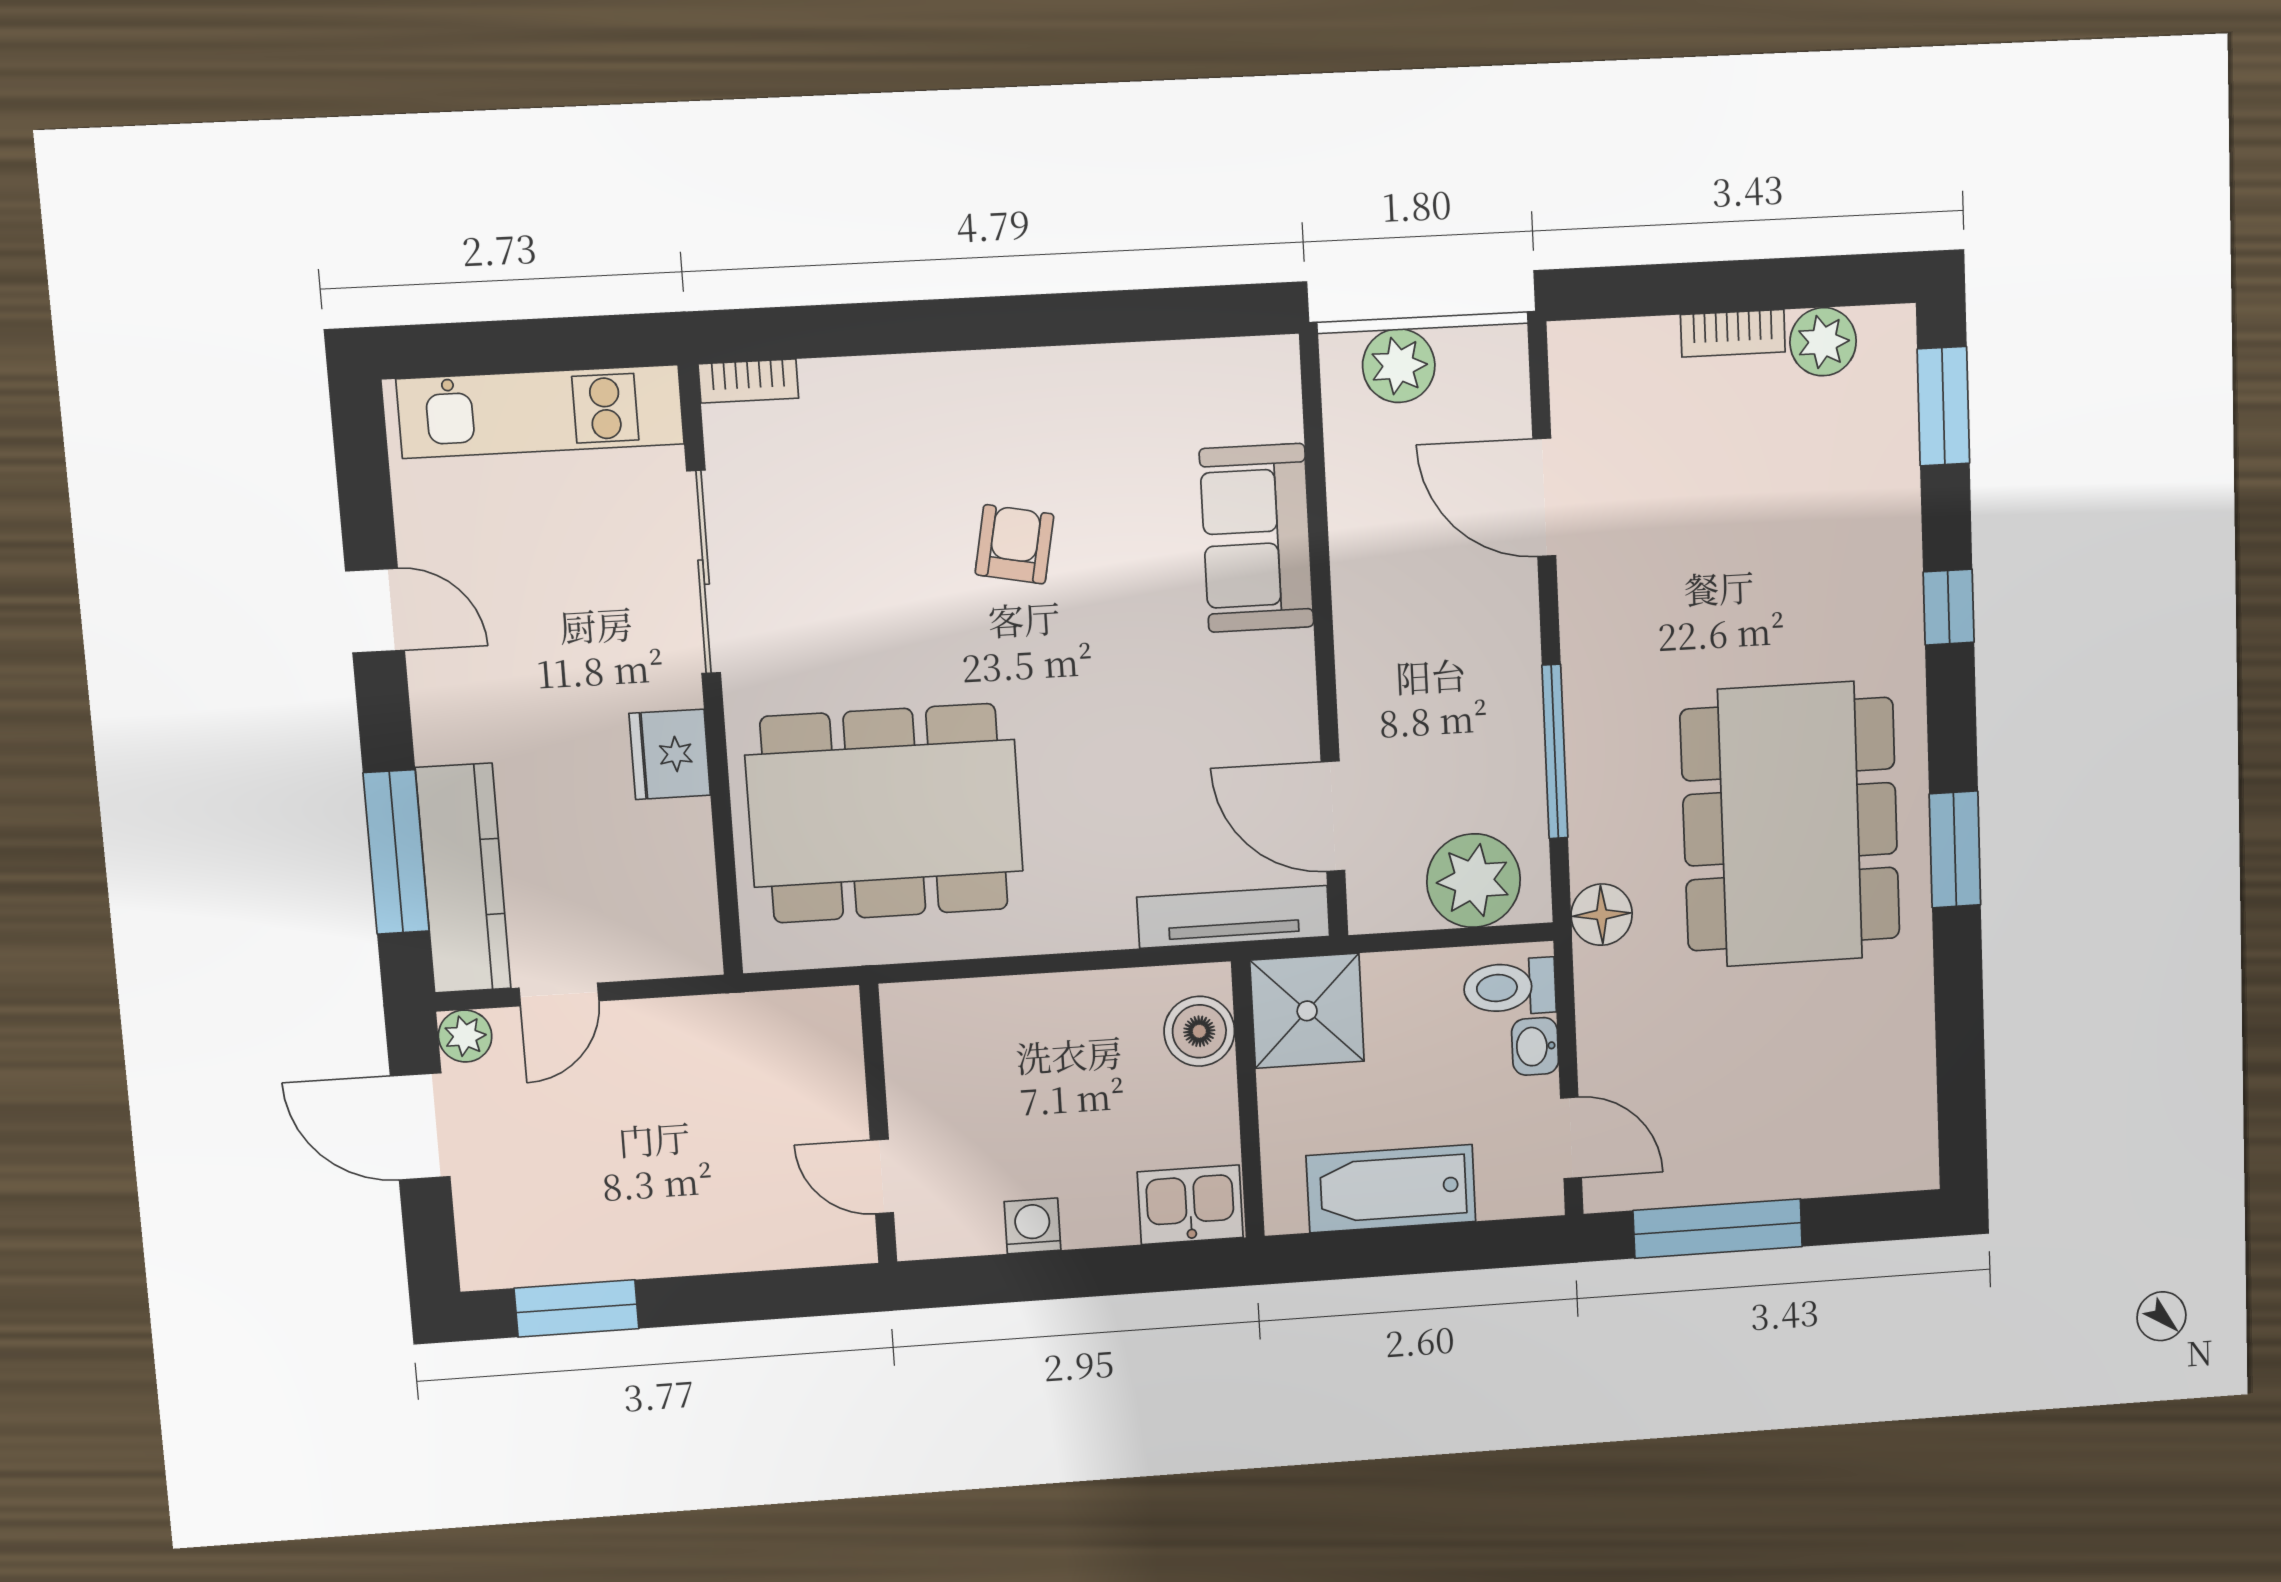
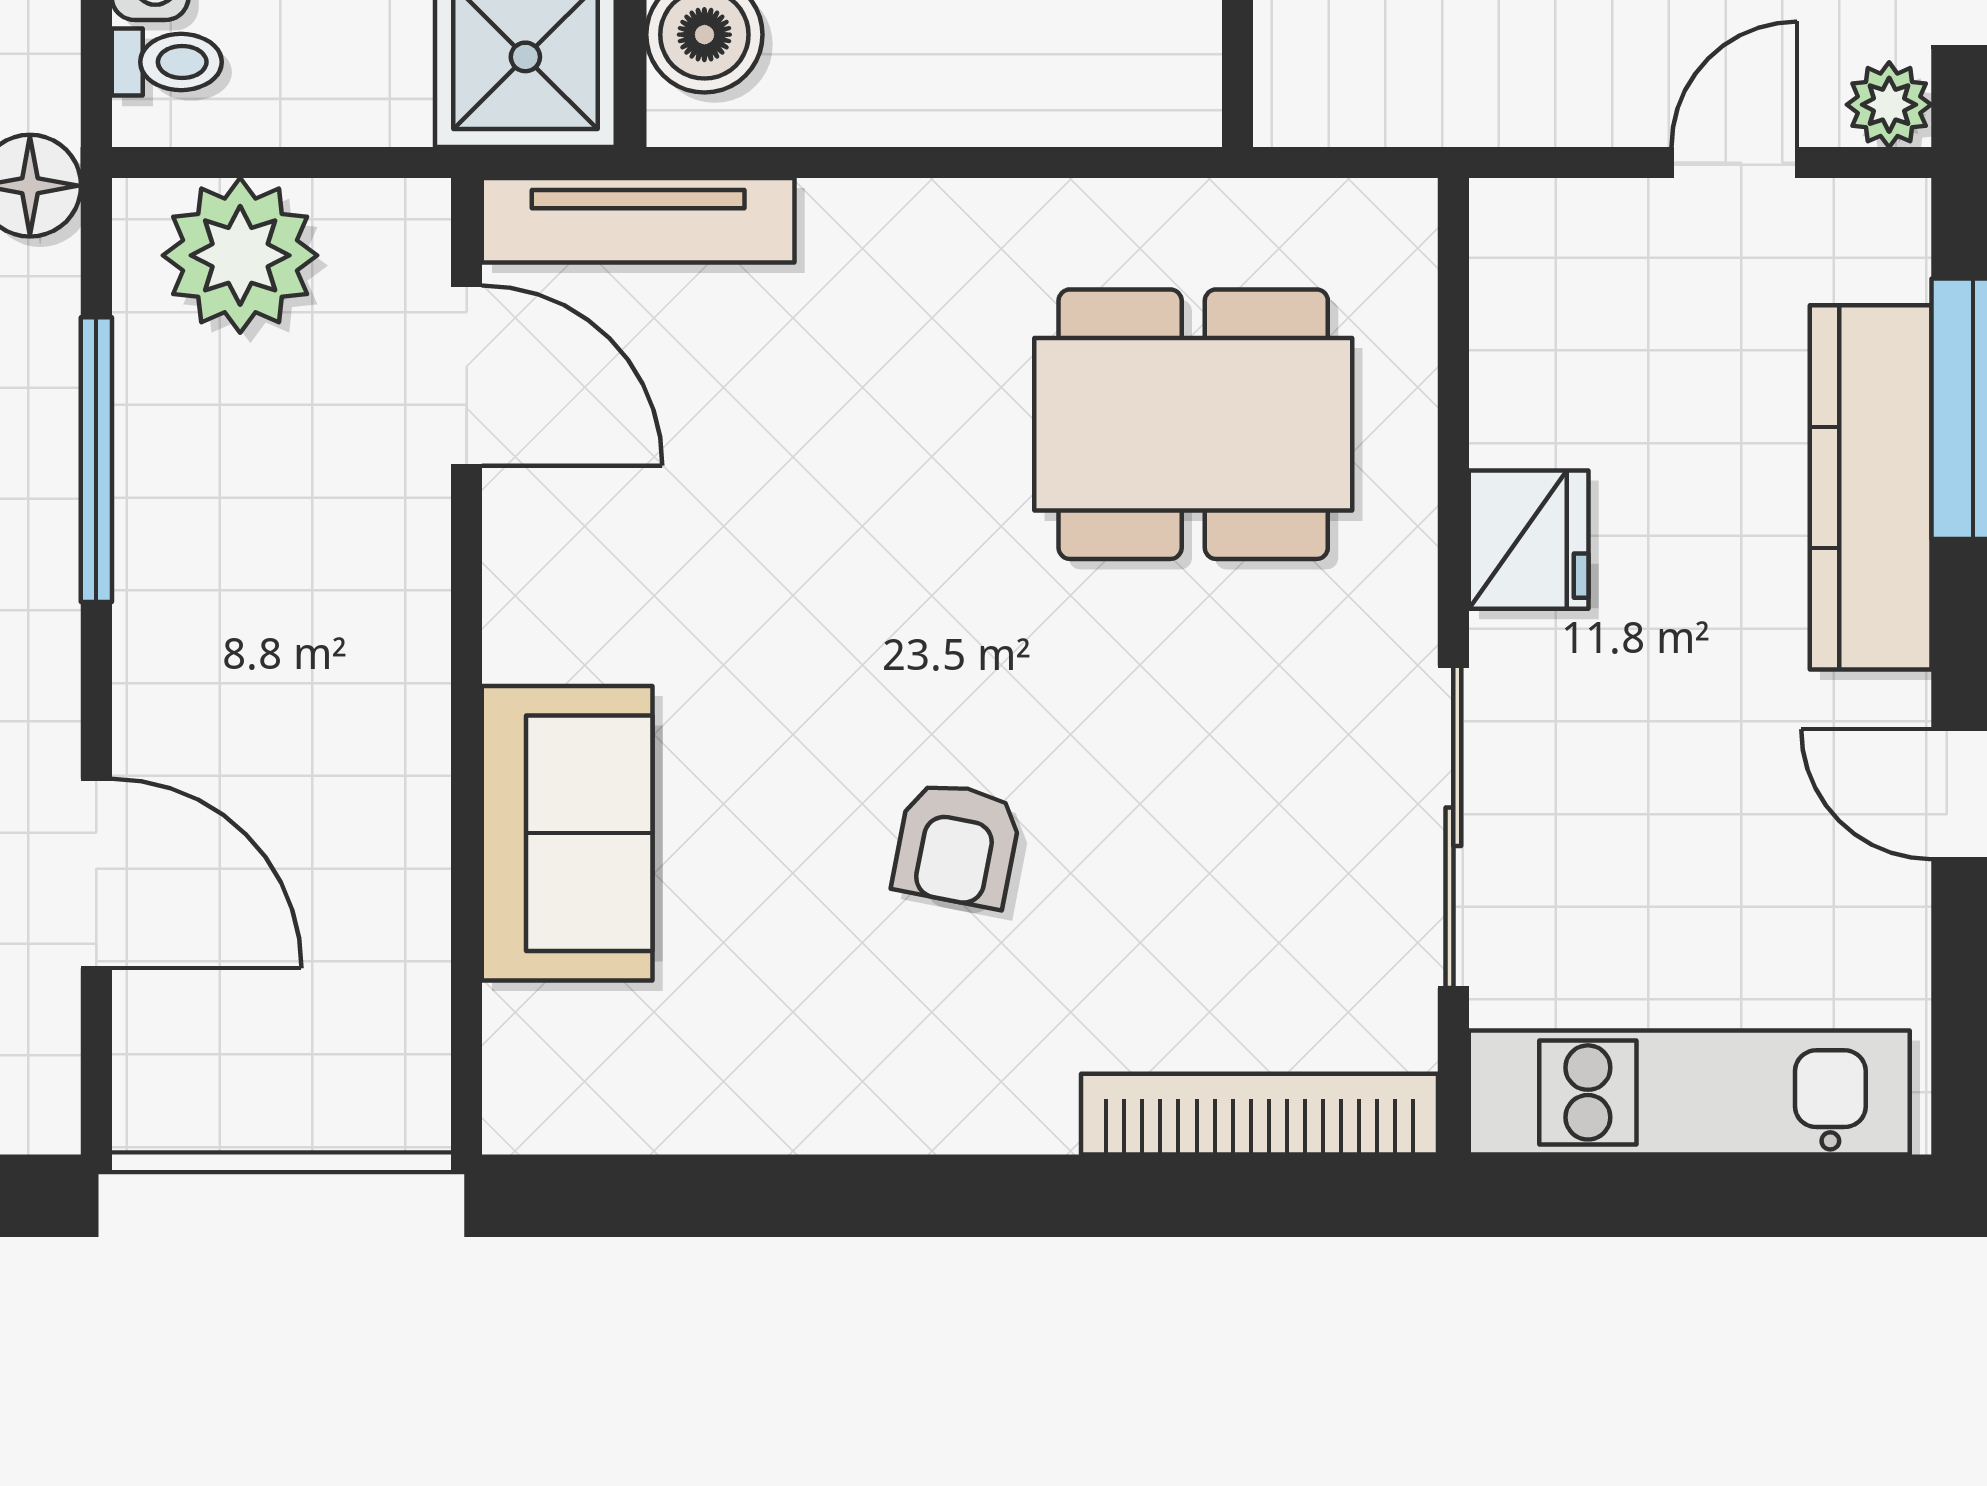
plant: (1399, 366) -> (324, 1096), removed
bookcase: (748, 381) -> (1260, 1114), width x2.31, depth x1.31
dining table: (884, 813) -> (1193, 424), width x0.73, depth x0.80
kitchen counter: (463, 878) -> (1871, 487), moved
toilet: (1510, 987) -> (167, 62), width x0.73, depth x0.72

